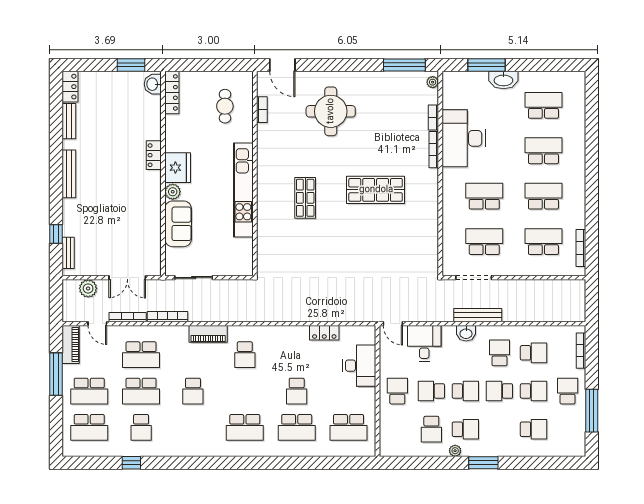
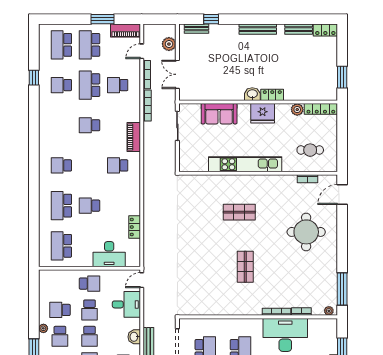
washbasin: (153, 84) -> (252, 94), moved
shop shelf: (376, 190) -> (245, 267), width x0.70, depth x0.74
plant: (173, 192) -> (297, 110), moved
school desk: (141, 355) -> (118, 85), width x0.54
window: (56, 374) -> (103, 19), width x0.69
school desk: (431, 391) -> (90, 310), turned 180
school desk: (245, 427) -> (61, 165), width x0.54

